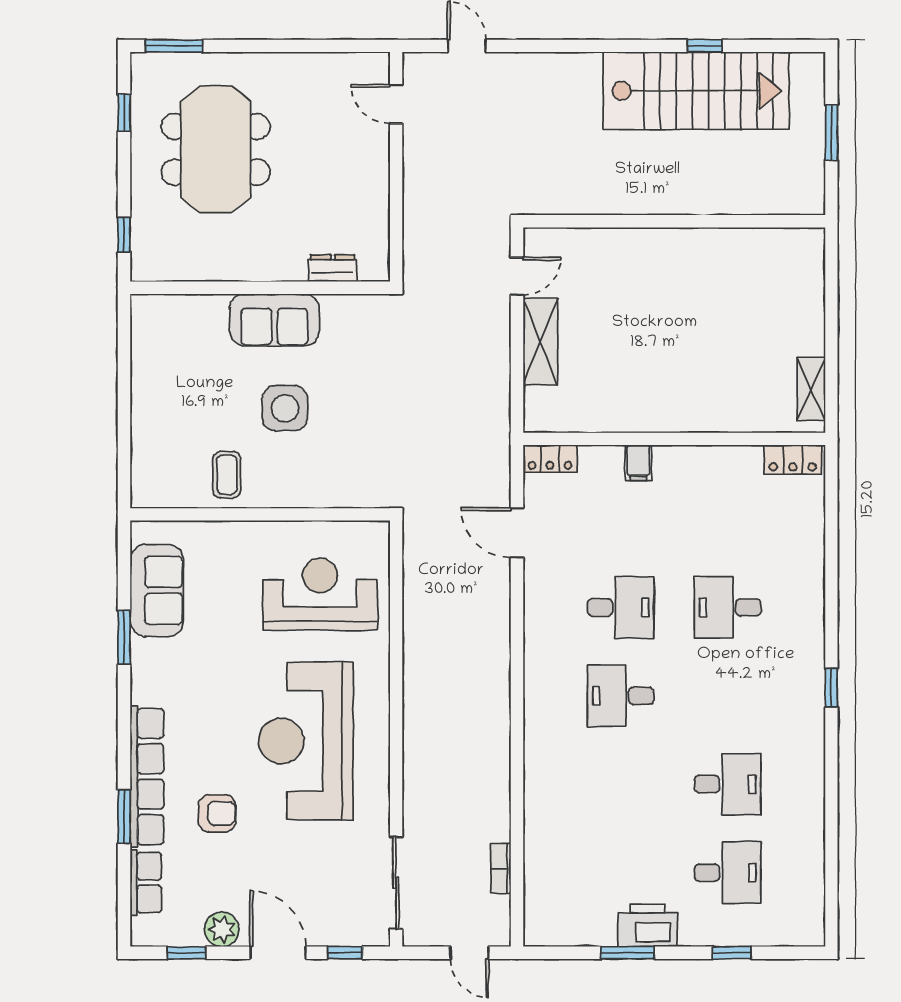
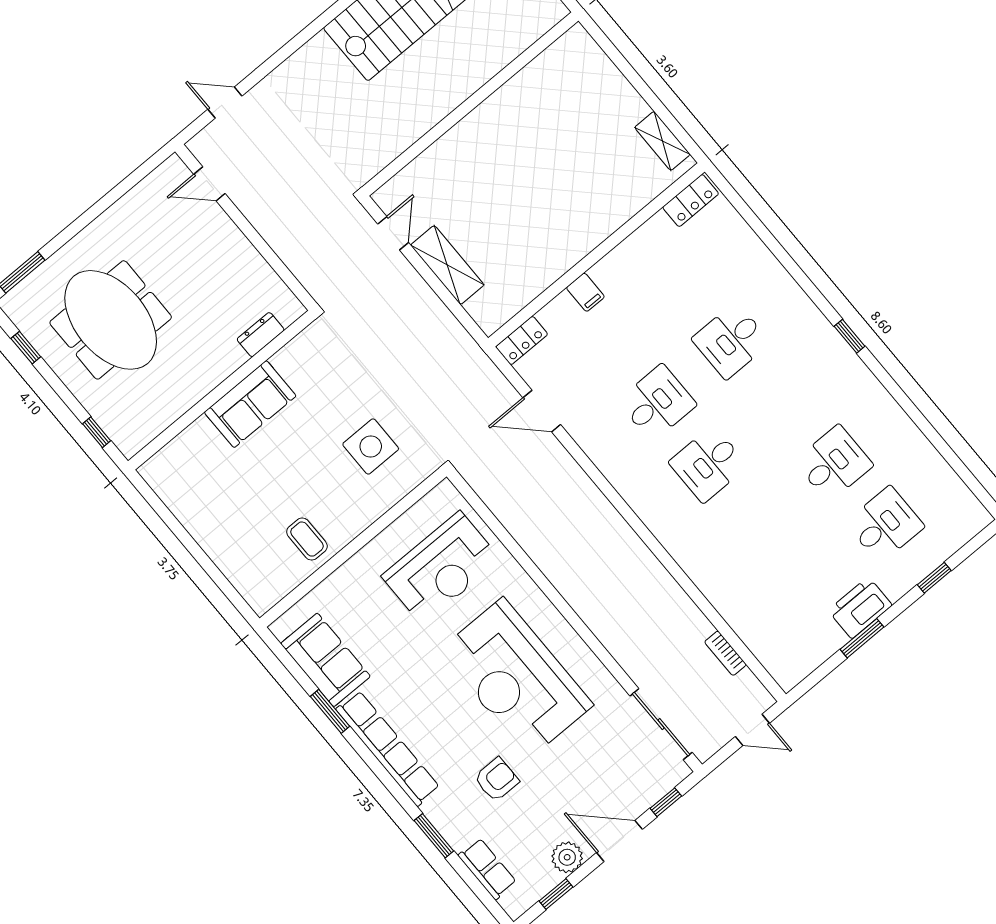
side table: (285, 408) -> (371, 446), moved
reception desk: (320, 594) -> (441, 568), turned 180
row of seats: (147, 777) -> (388, 748), moved

